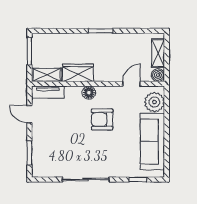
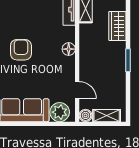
wardrobe: (78, 73) -> (117, 26), moved, turned 180
armchair: (102, 119) -> (21, 50), moved

